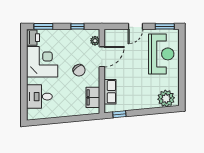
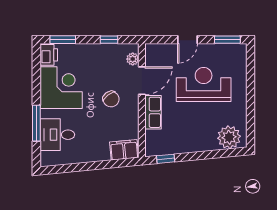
reception desk: (161, 54) -> (204, 84), moved, turned -90
window: (24, 88) -> (36, 123), added
row of seats: (110, 92) -> (153, 112), moved
filing cabinet: (93, 97) -> (124, 150), moved, turned 85

